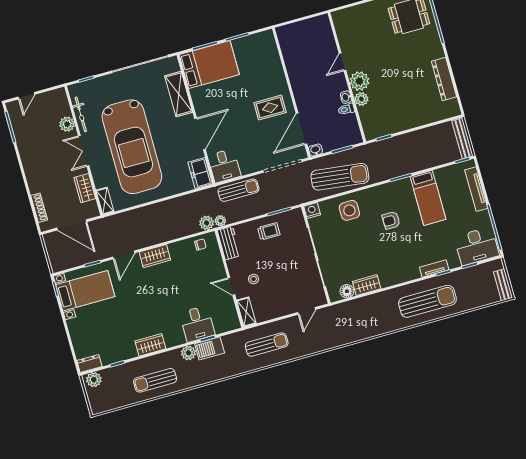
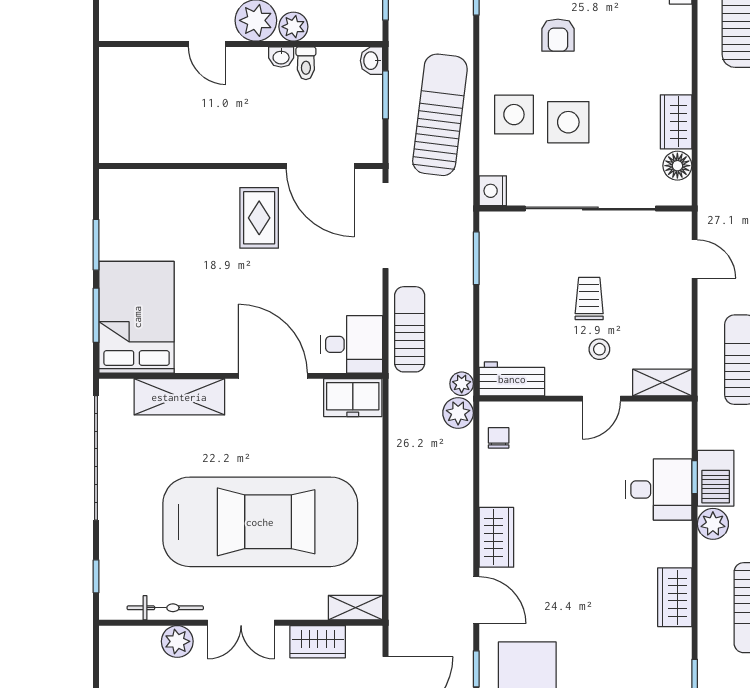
washbasin: (315, 150) -> (371, 61), moved
trolley: (269, 231) -> (589, 298), moved
side table: (353, 236) -> (568, 122), added

